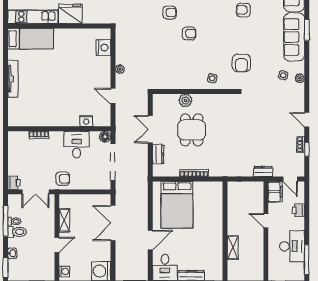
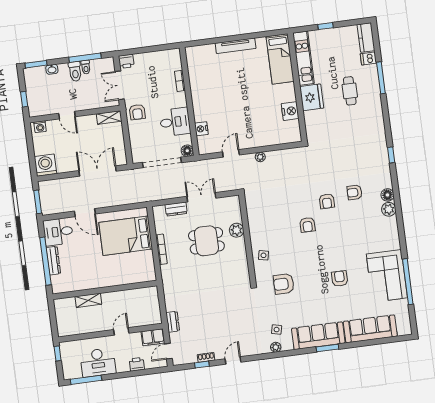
nightstand: (103, 48) -> (290, 111), moved, turned -90
shelving: (64, 220) -> (109, 118), moved

